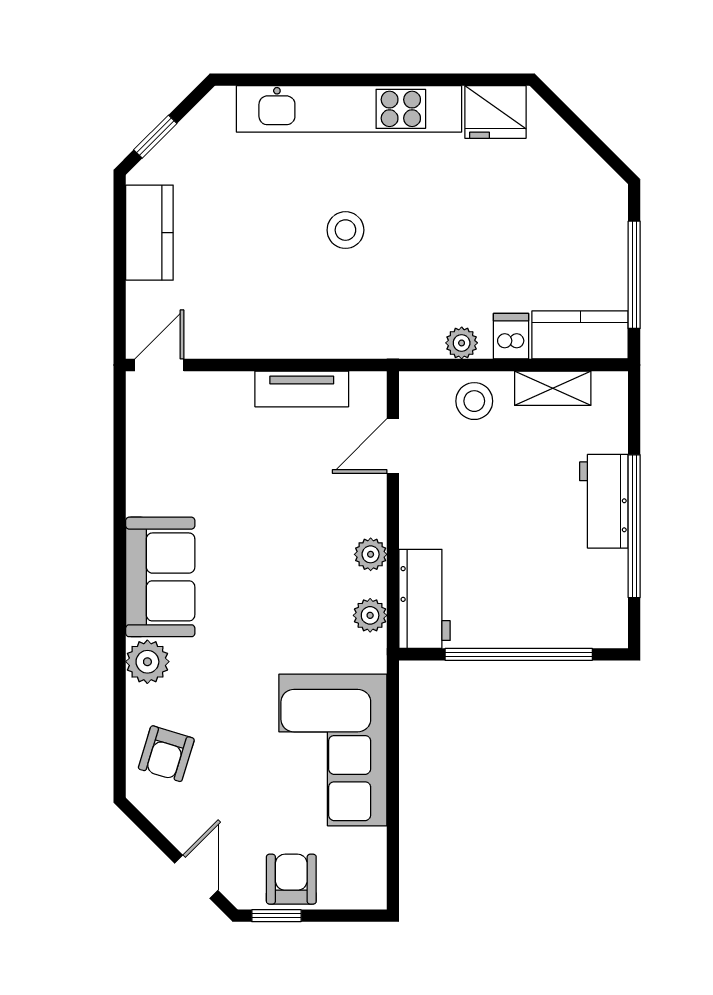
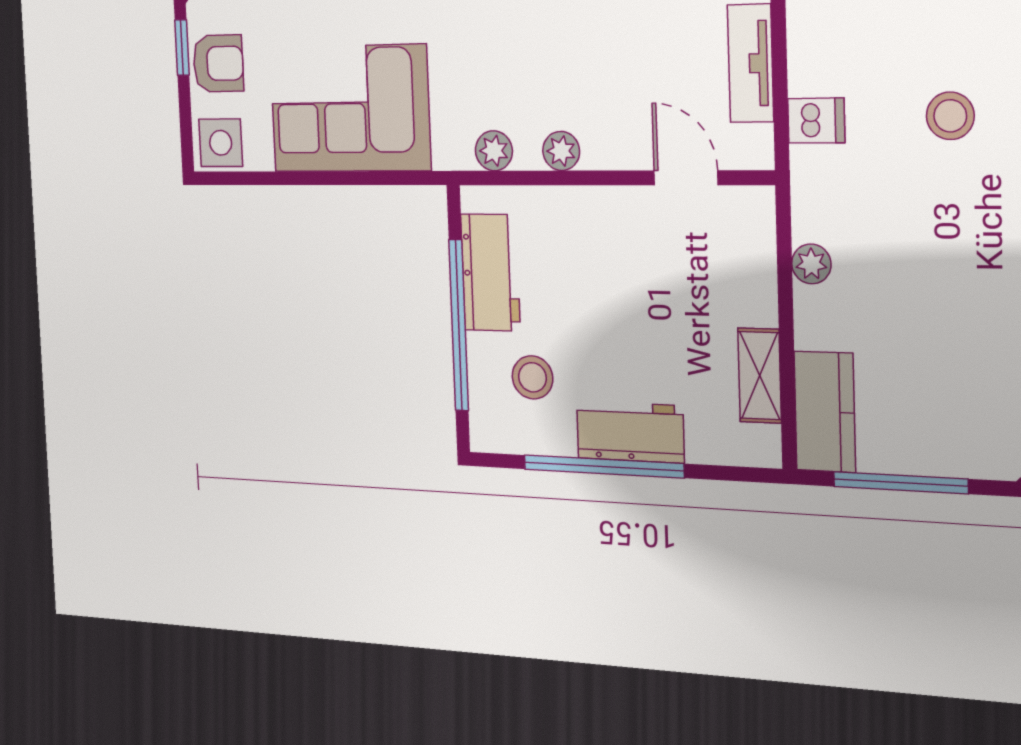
dishwasher: (511, 336) -> (816, 121), moved
stool: (474, 401) -> (532, 377), moved
workbench: (425, 599) -> (490, 273), moved, turned -90
side table: (361, 881) -> (221, 143), added

